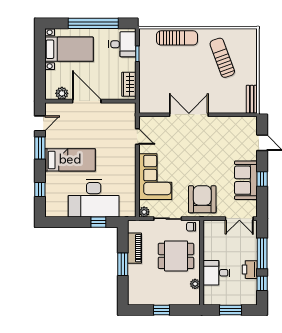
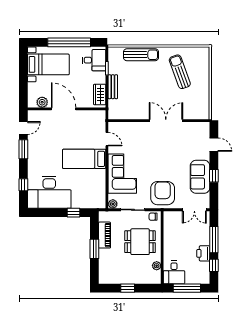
bench: (252, 99) -> (113, 87), moved
double door: (189, 115) -> (166, 121), moved
bed: (70, 160) -> (84, 159), moved, turned 180
desk: (94, 198) -> (49, 192), moved
desk: (217, 273) -> (174, 272), moved, turned -90
window: (230, 310) -> (187, 288), width x1.44

